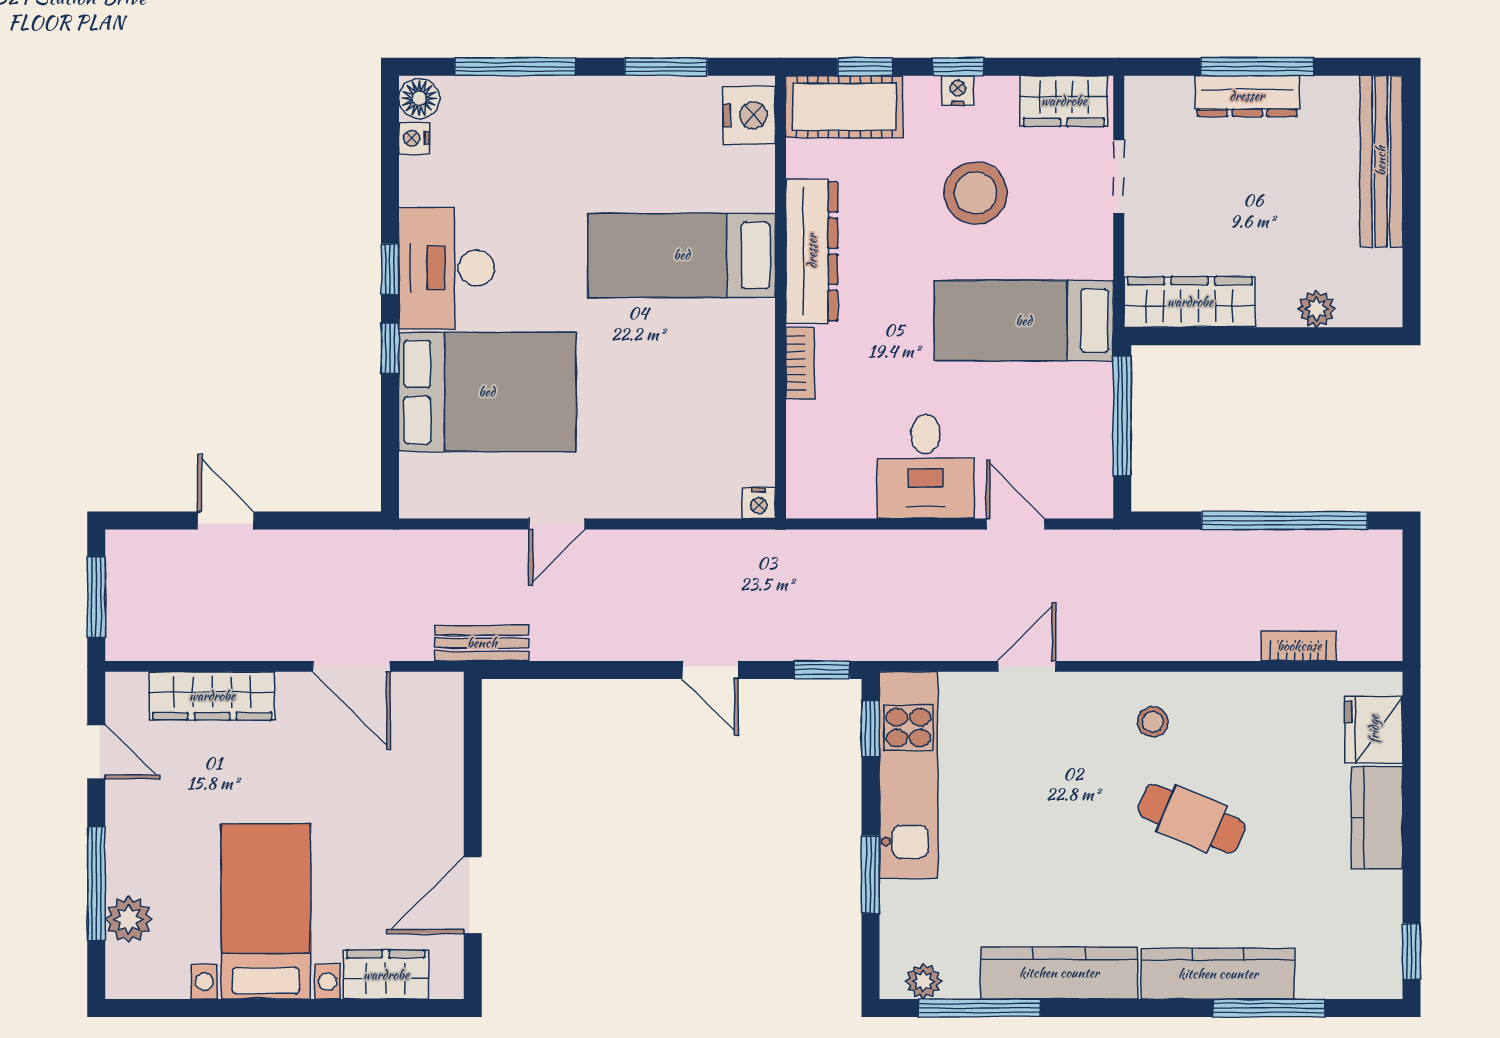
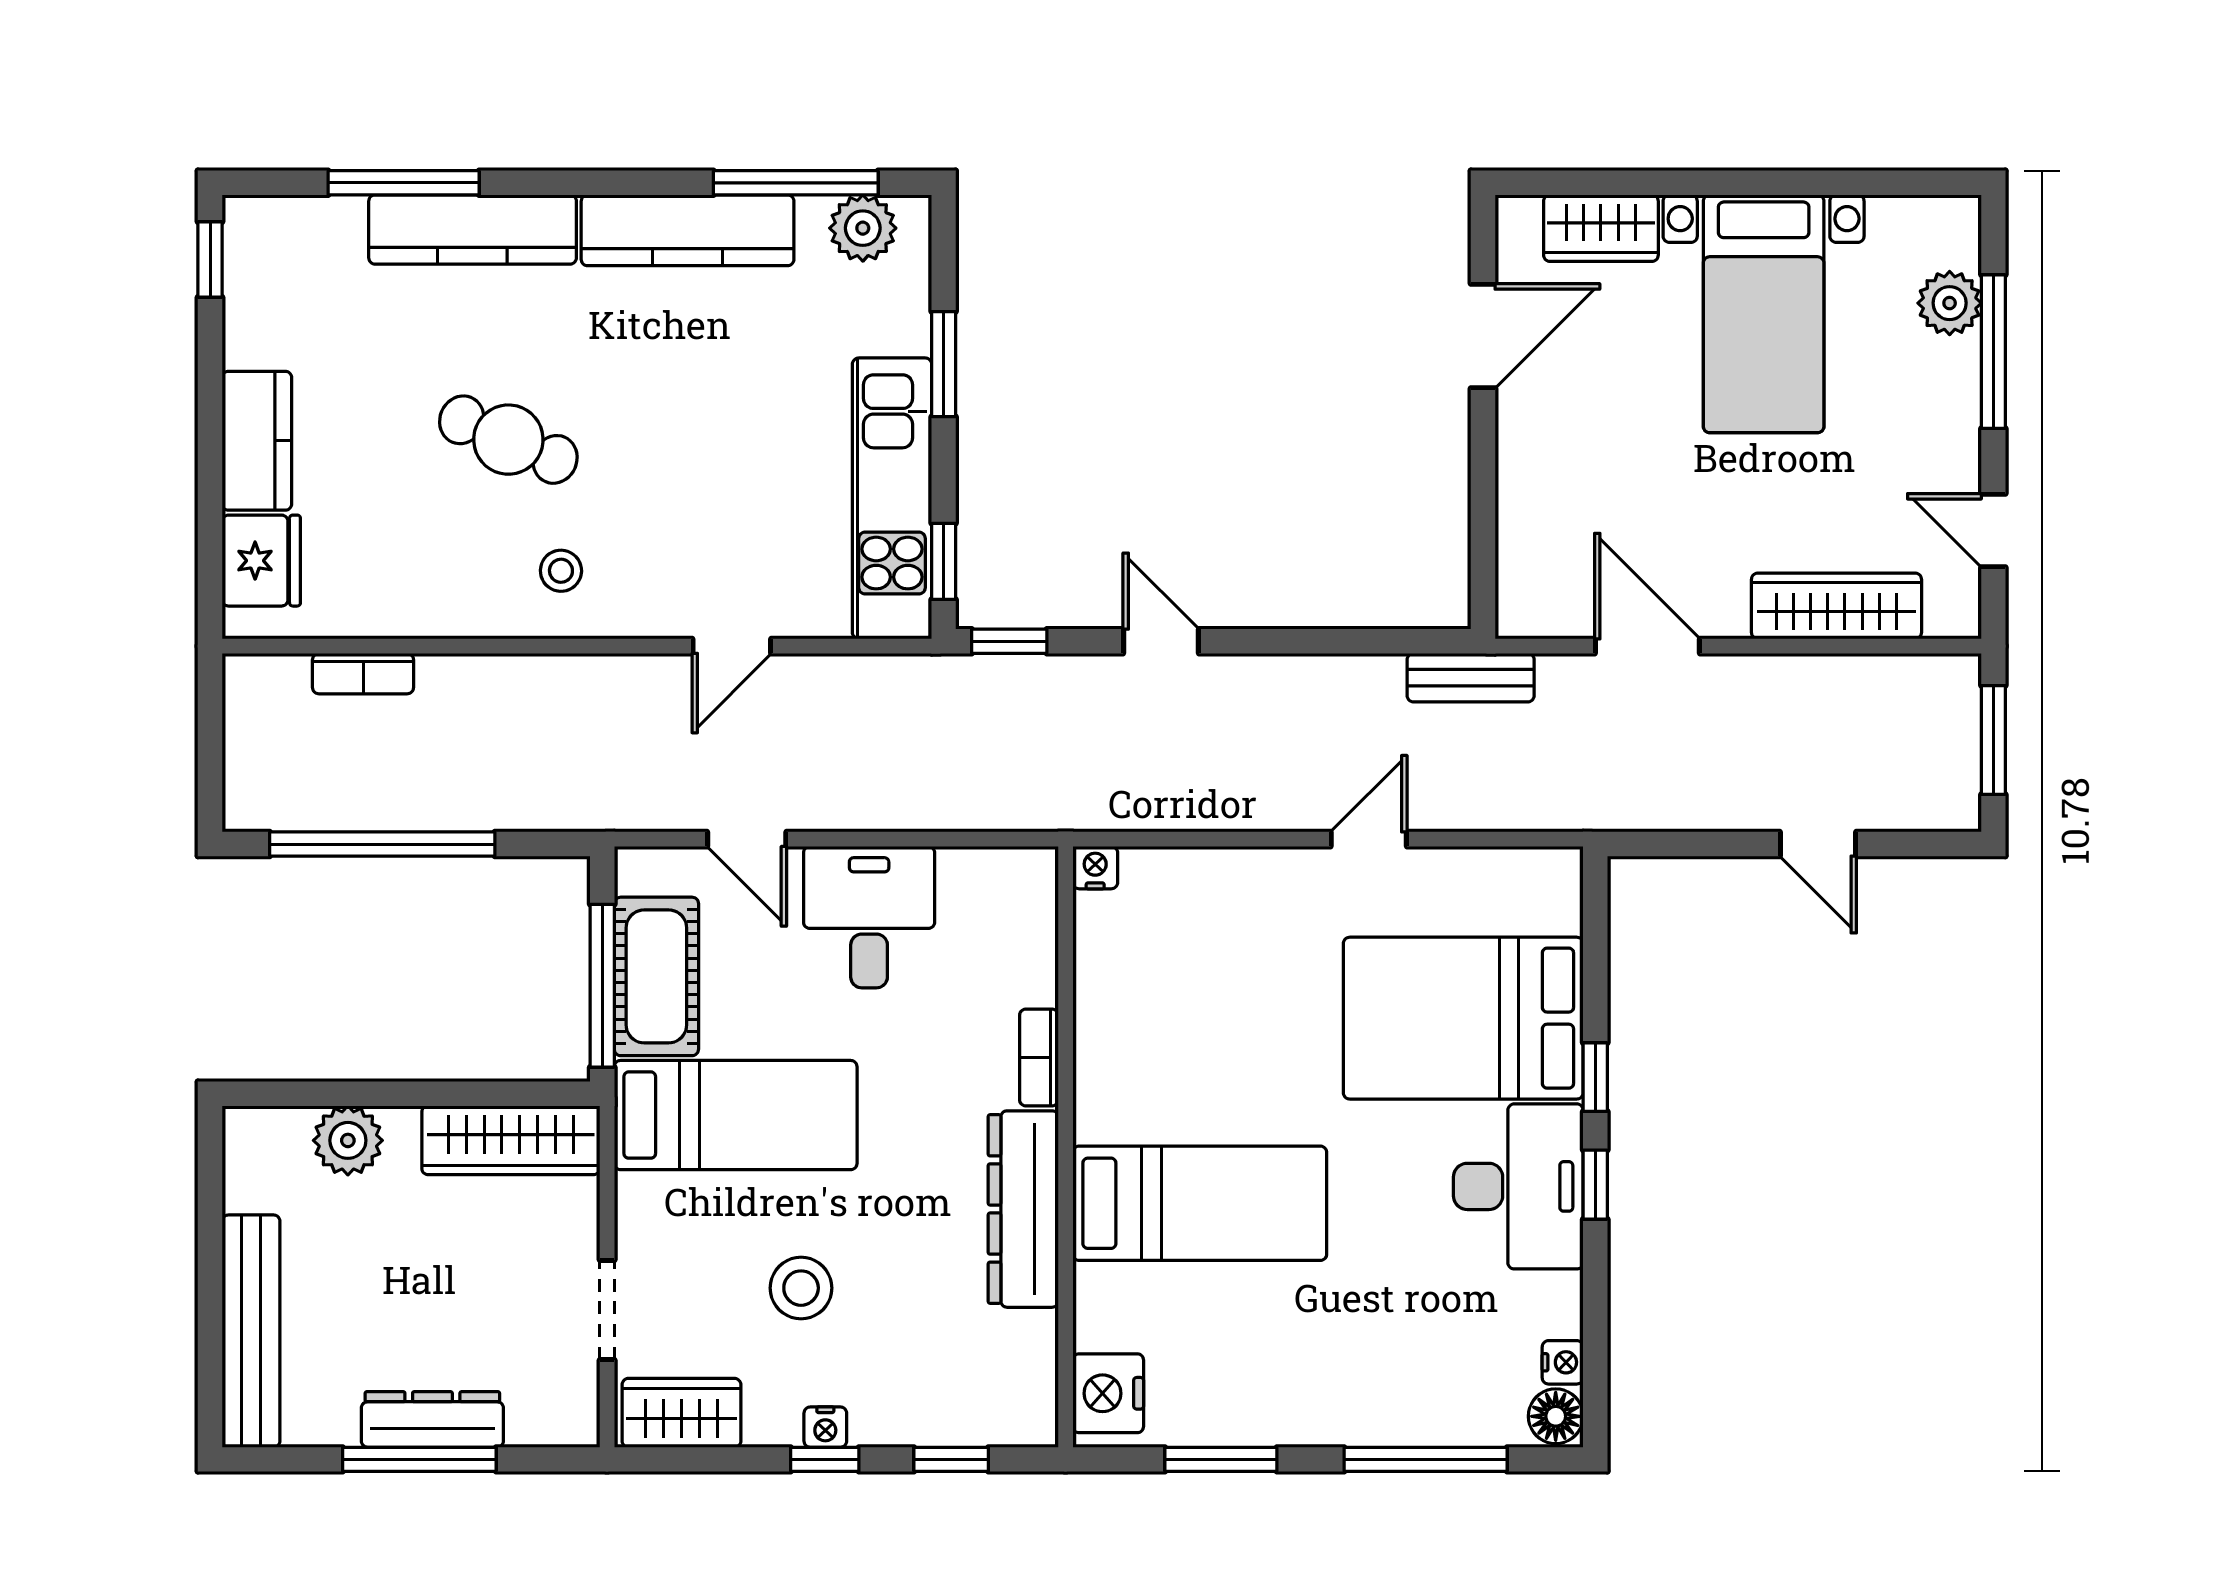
cot: (844, 107) -> (656, 976), moved, turned 90
stool: (976, 193) -> (801, 1288), width x0.73, depth x0.73
plant: (1317, 309) -> (348, 1140), width x1.38, depth x1.38
plant: (923, 981) -> (863, 228), width x1.38, depth x1.38

